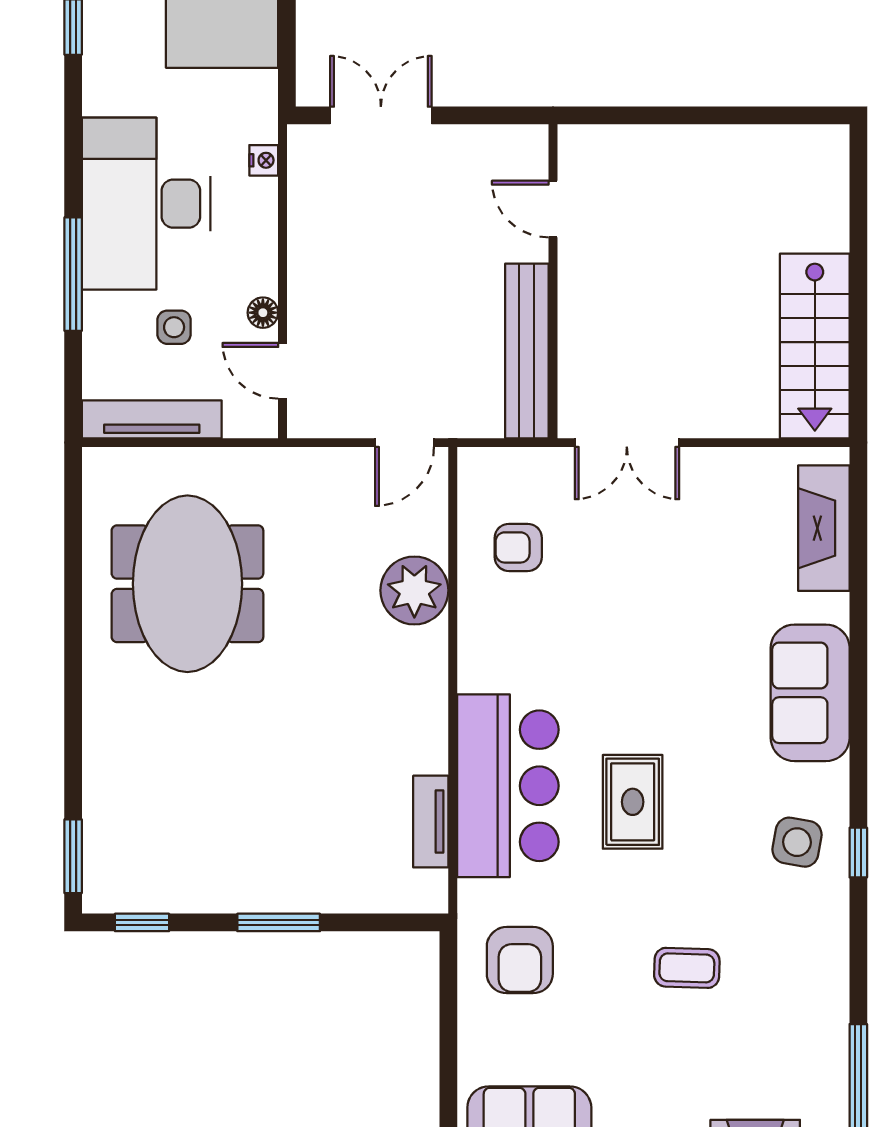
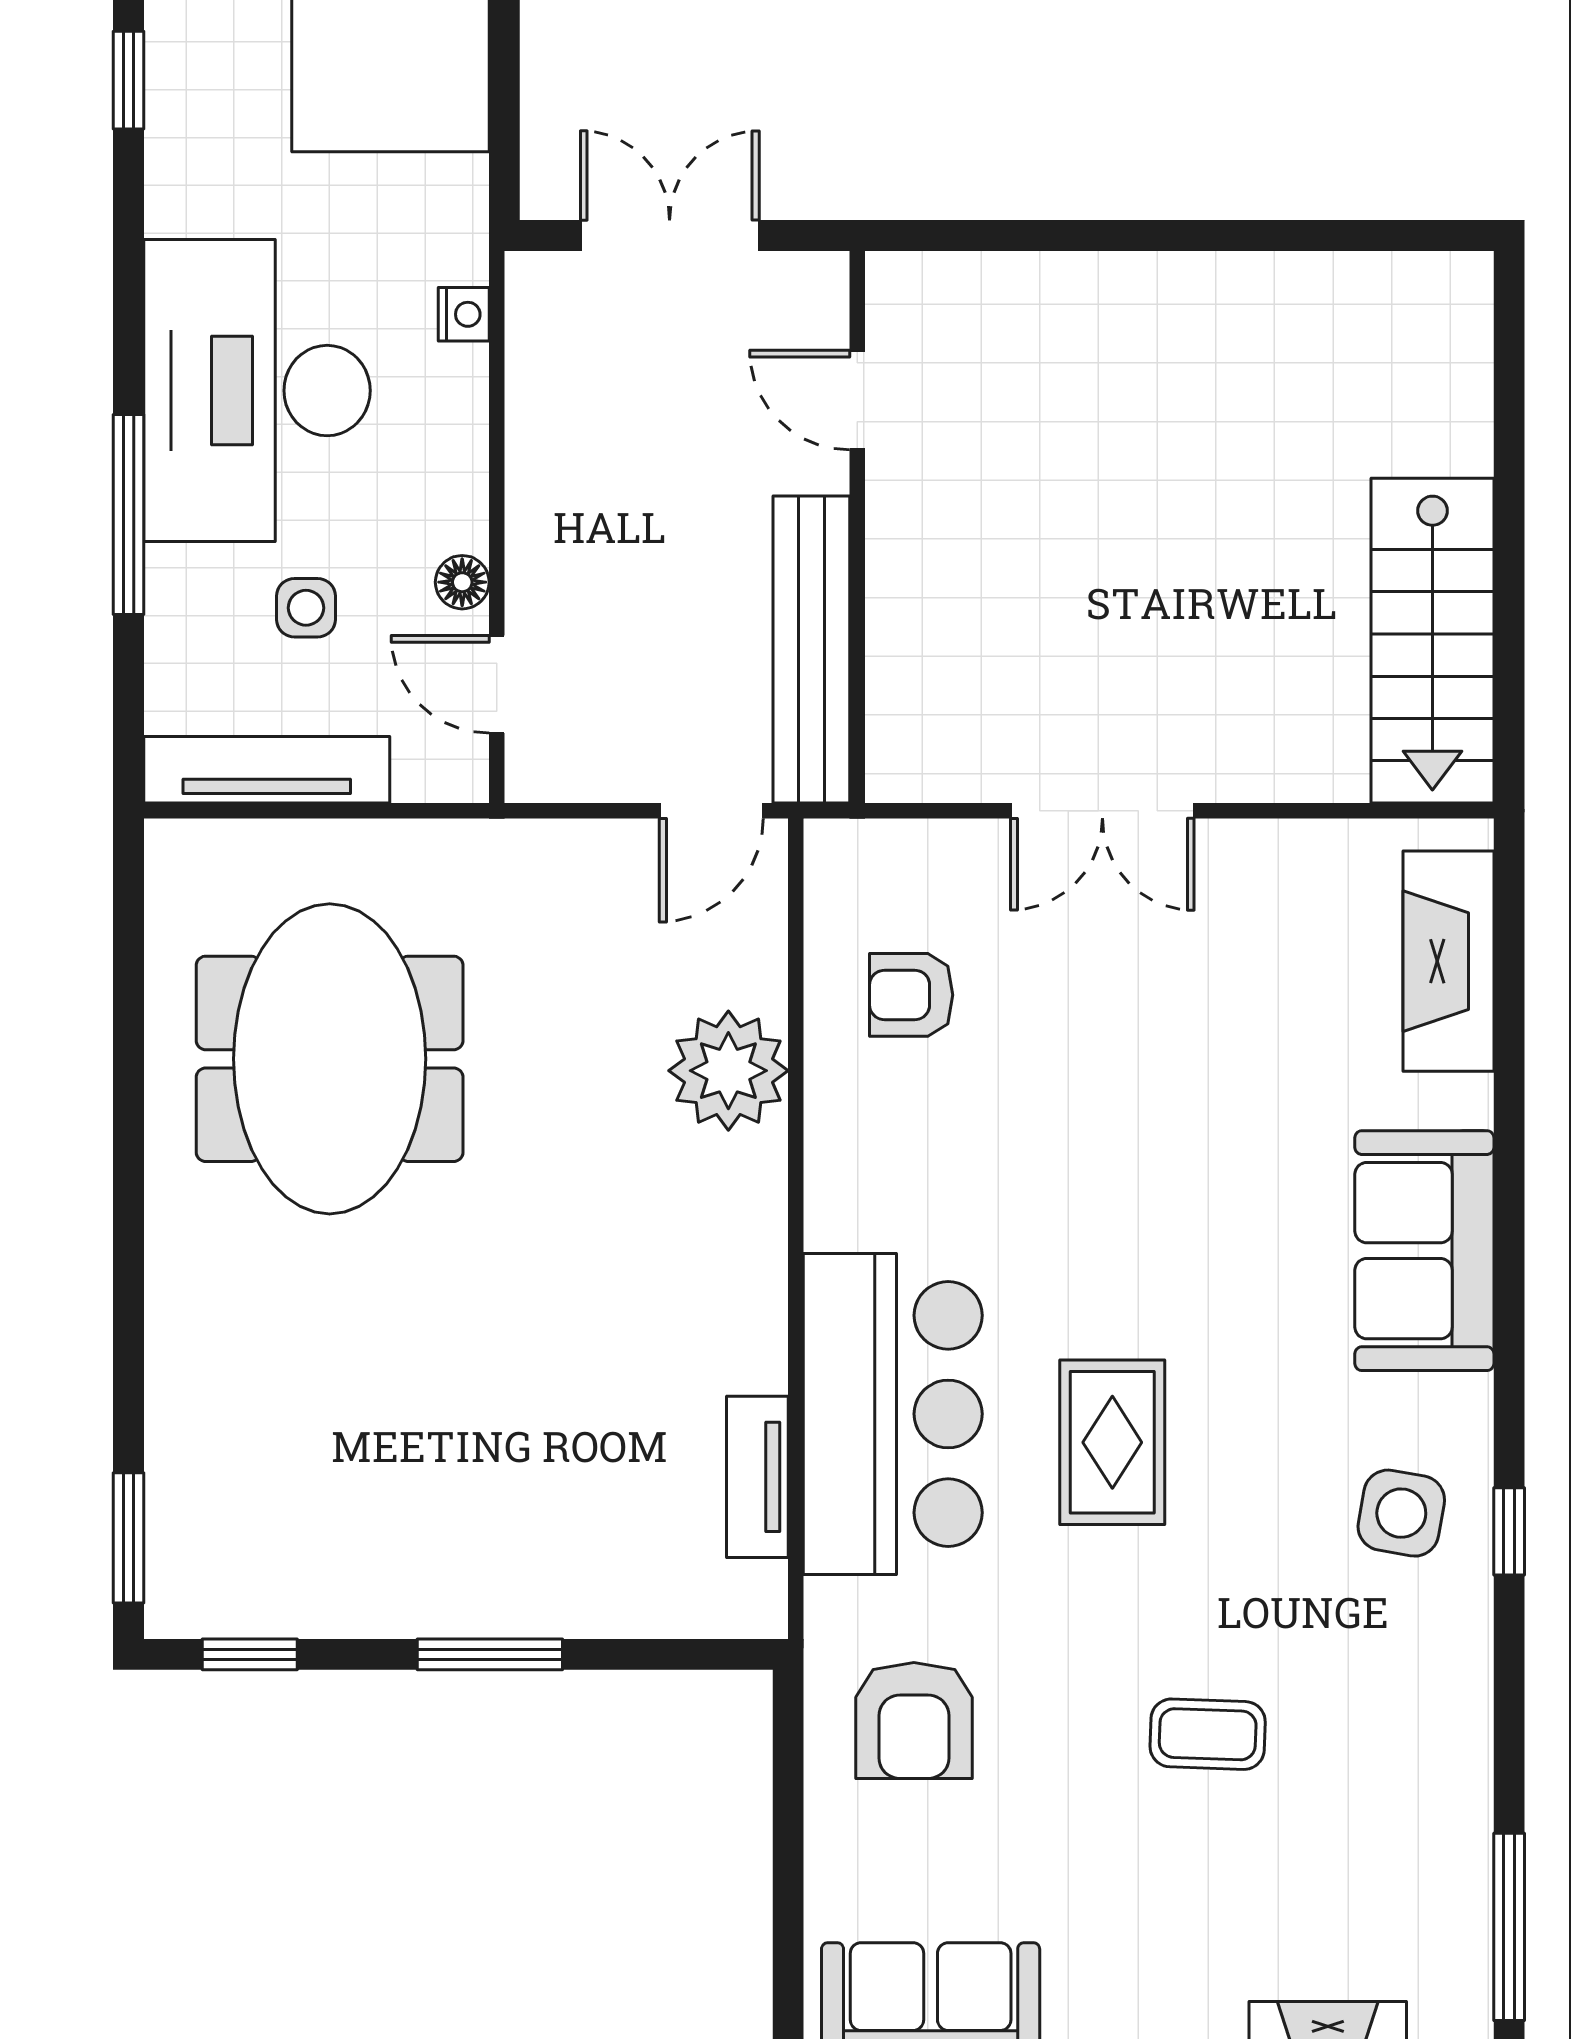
door: (553, 209) -> (857, 400), moved
wall: (553, 281) -> (857, 527), moved
bench: (527, 351) -> (811, 649), moved

